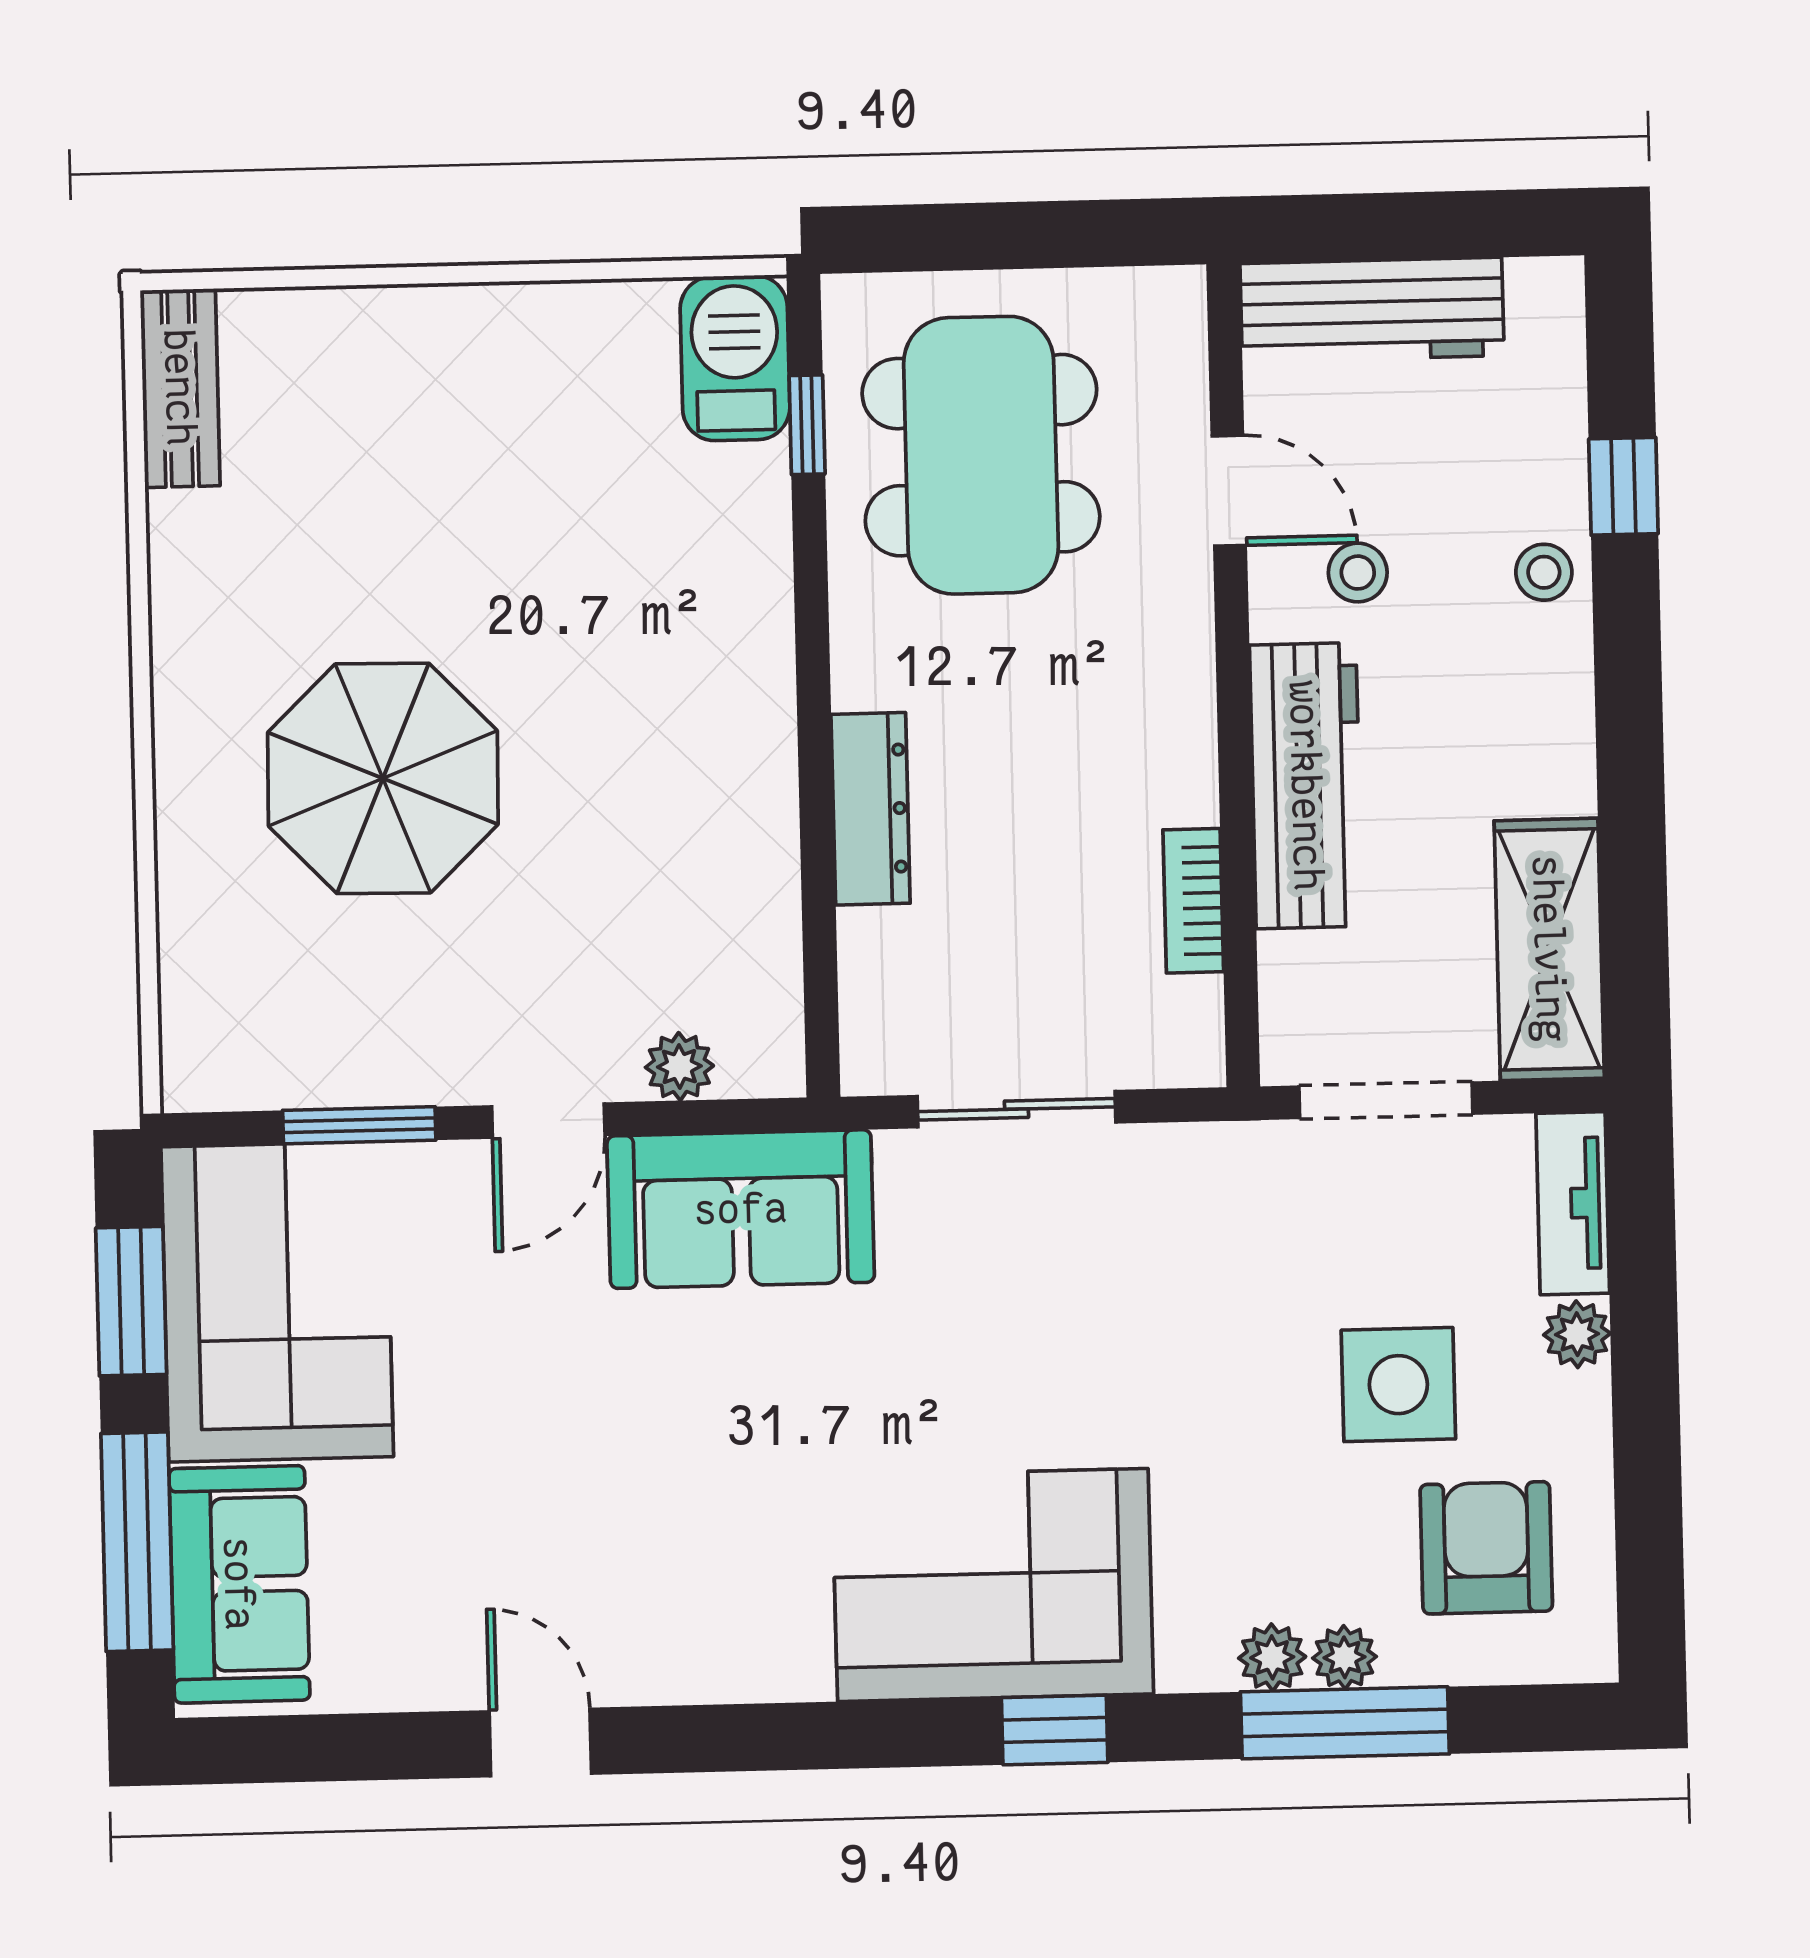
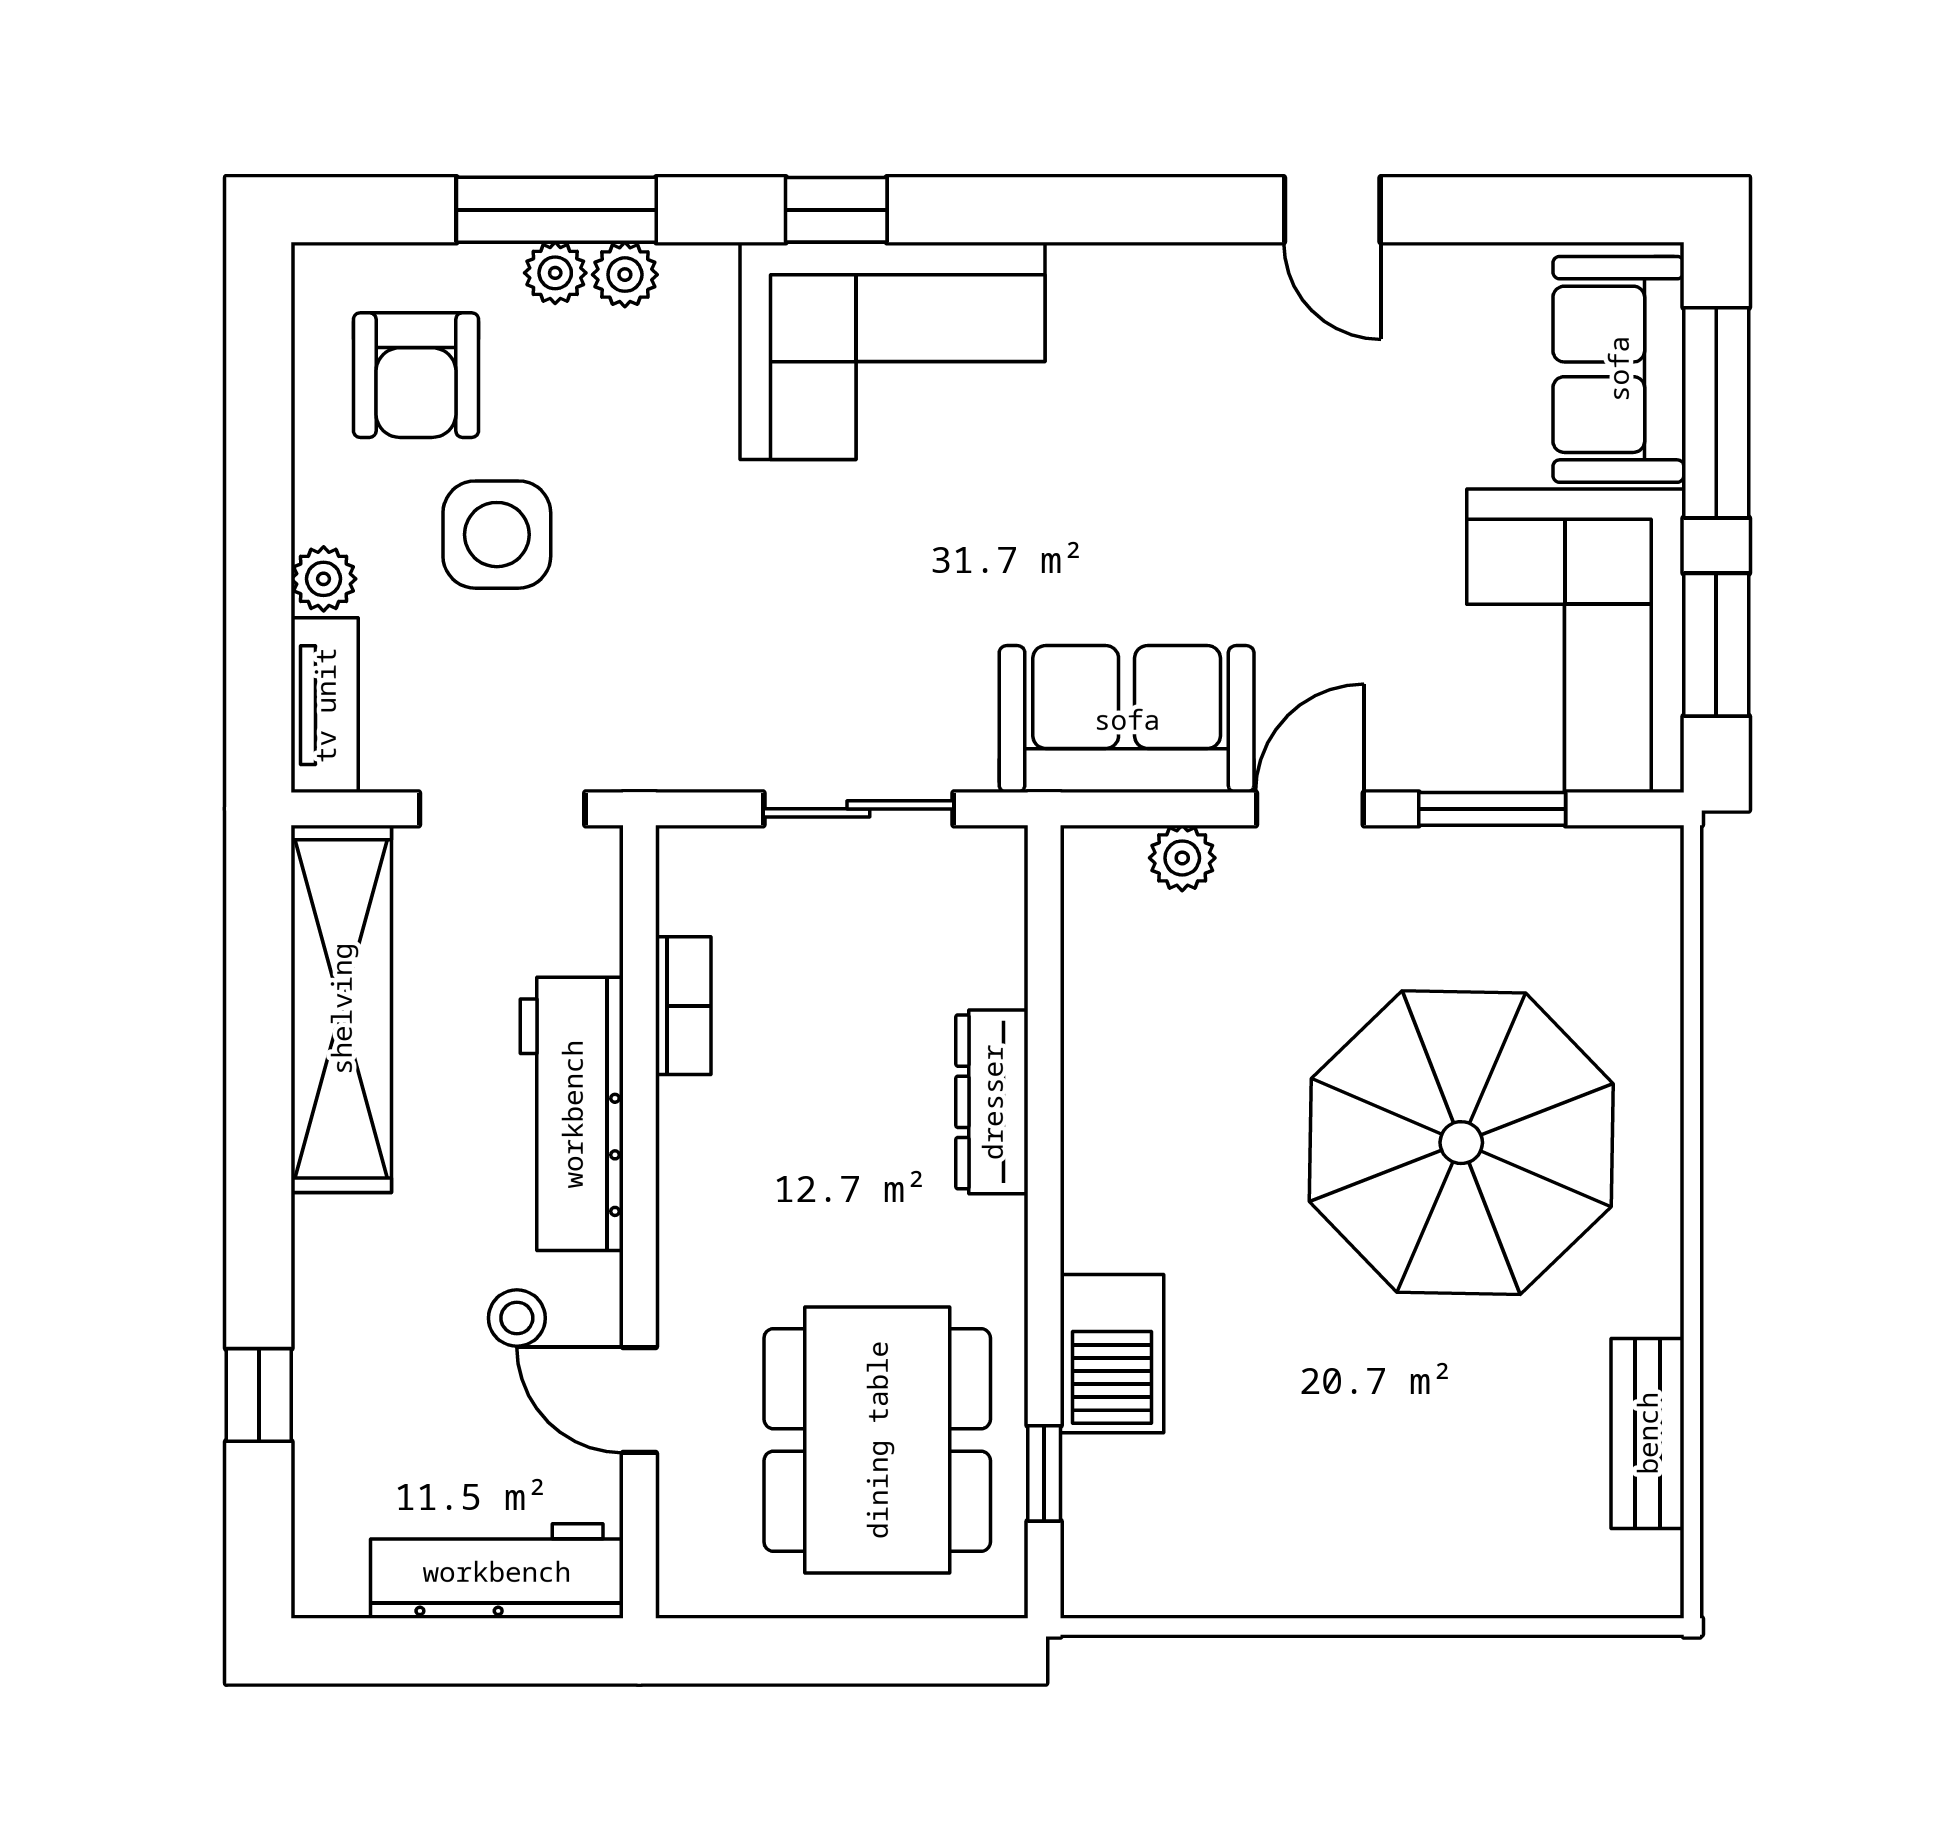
barbecue: (735, 358) -> (1112, 1354), moved
bench: (180, 388) -> (1647, 1433), moved
stool: (1544, 572) -> (338, 1314), removed
parasol: (383, 778) -> (1461, 1143), width x1.36, depth x1.36
shelving: (1549, 949) -> (341, 1009), width x1.47

